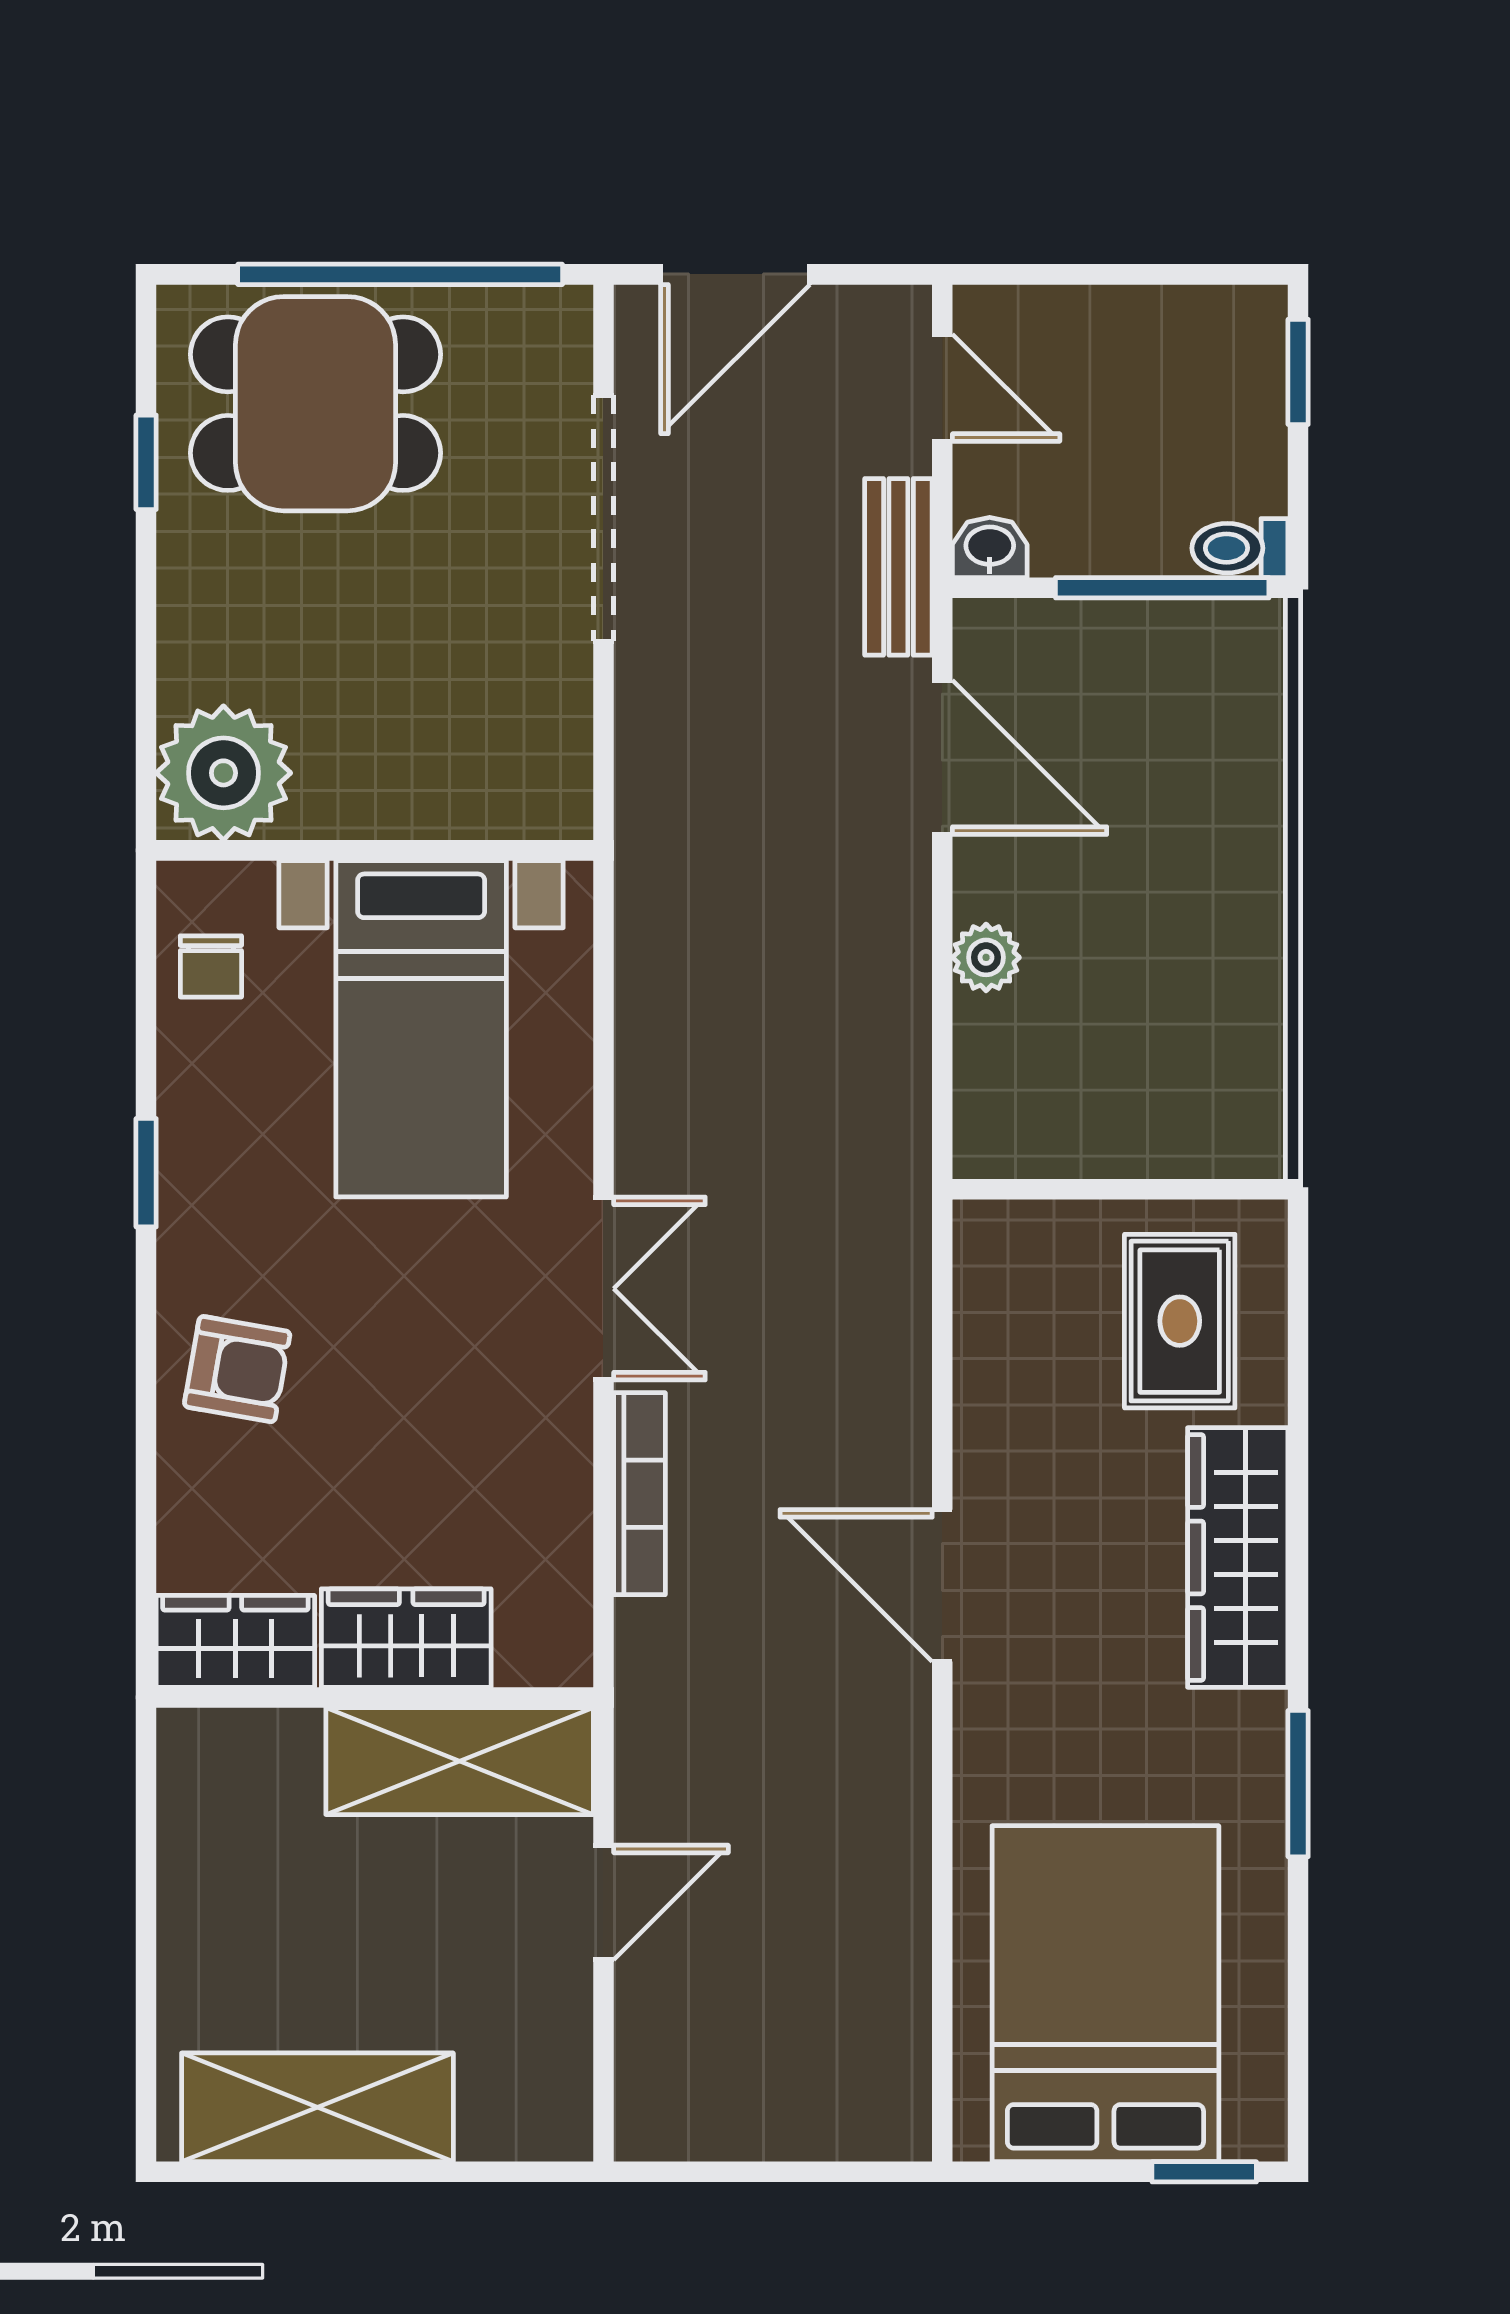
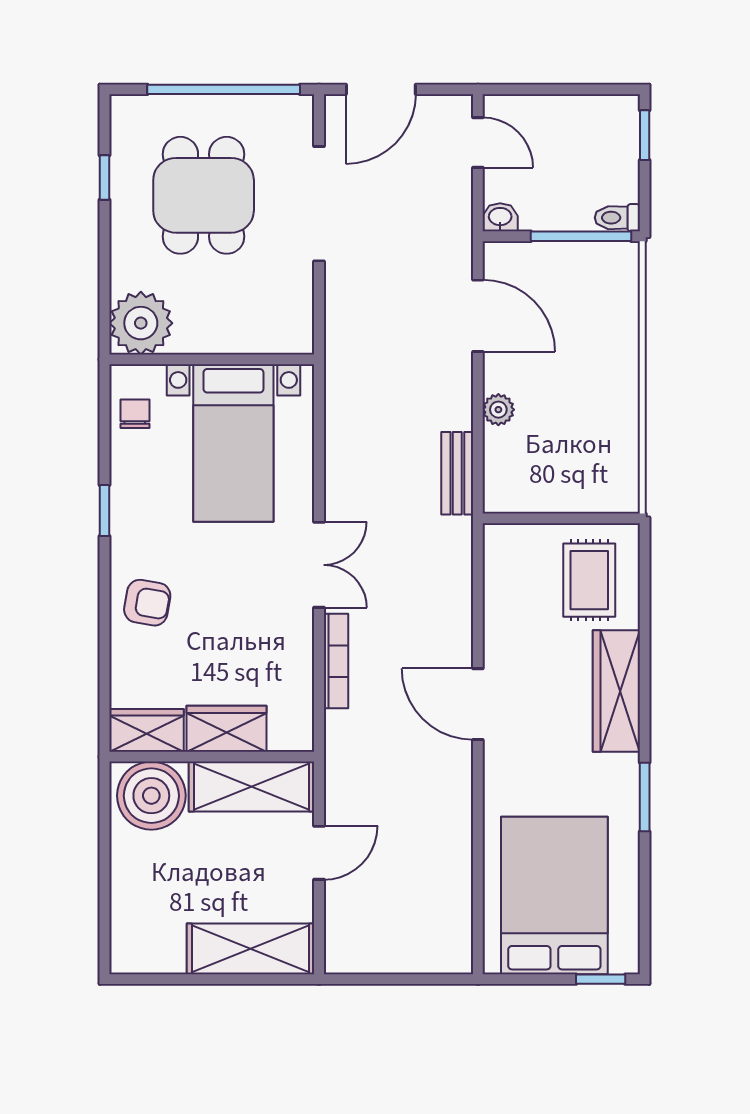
dining table: (316, 404) -> (204, 195), moved, turned 90
bench: (898, 567) -> (457, 473), moved
chair: (211, 966) -> (135, 414), turned 180
boiler: (246, 1781) -> (151, 796), added
shelving: (317, 2107) -> (251, 949), moved

